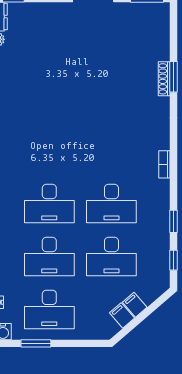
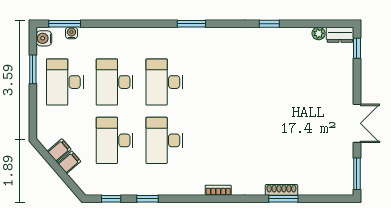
bookcase: (164, 164) -> (218, 190), moved

